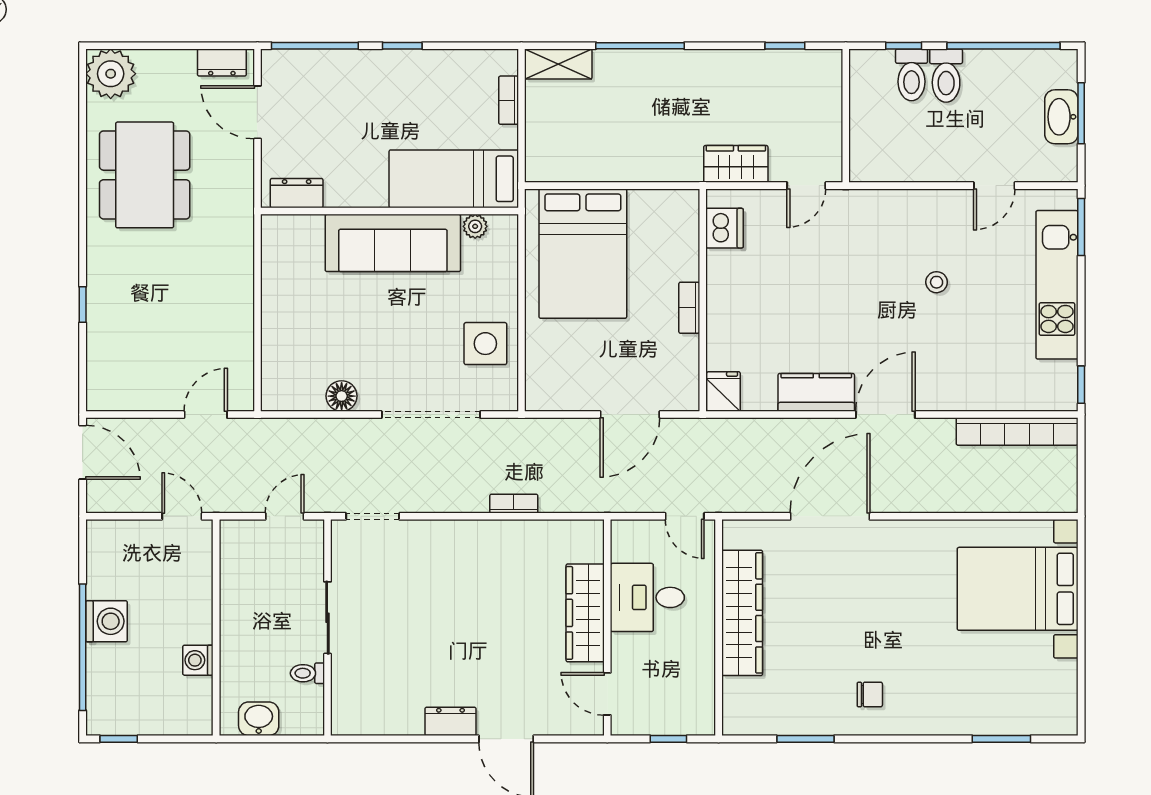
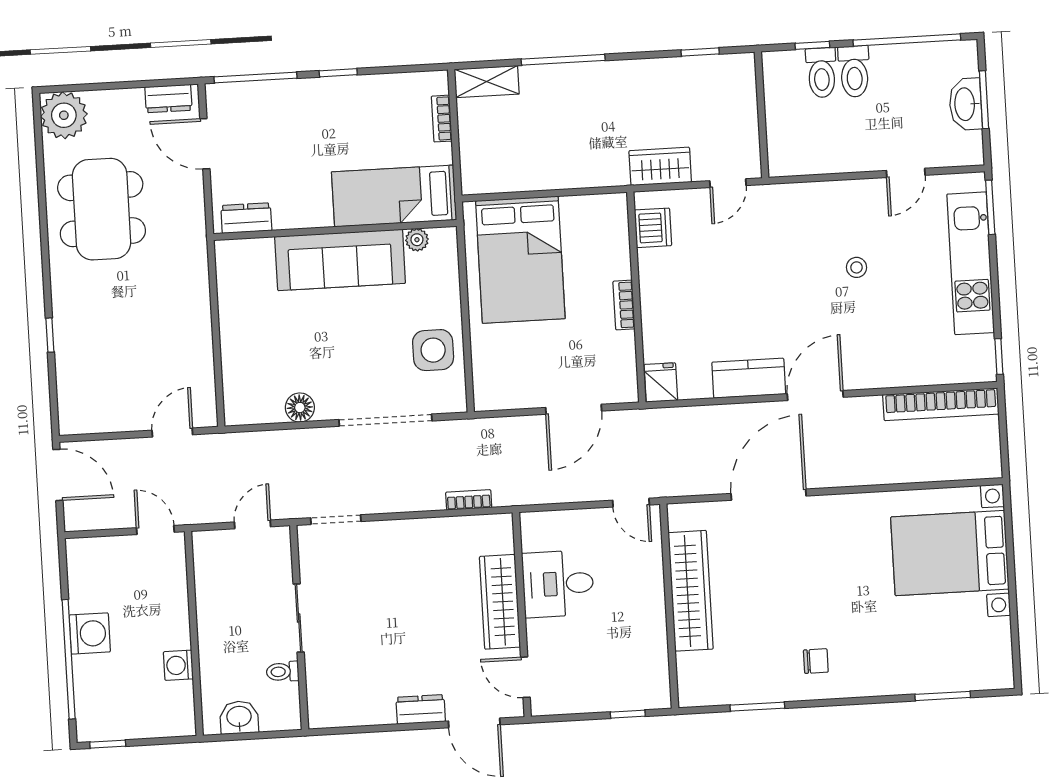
desk: (647, 597) -> (558, 584), moved
wardrobe: (585, 613) -> (500, 602), moved
wall: (607, 628) -> (522, 615), moved
door: (607, 694) -> (525, 677), moved

